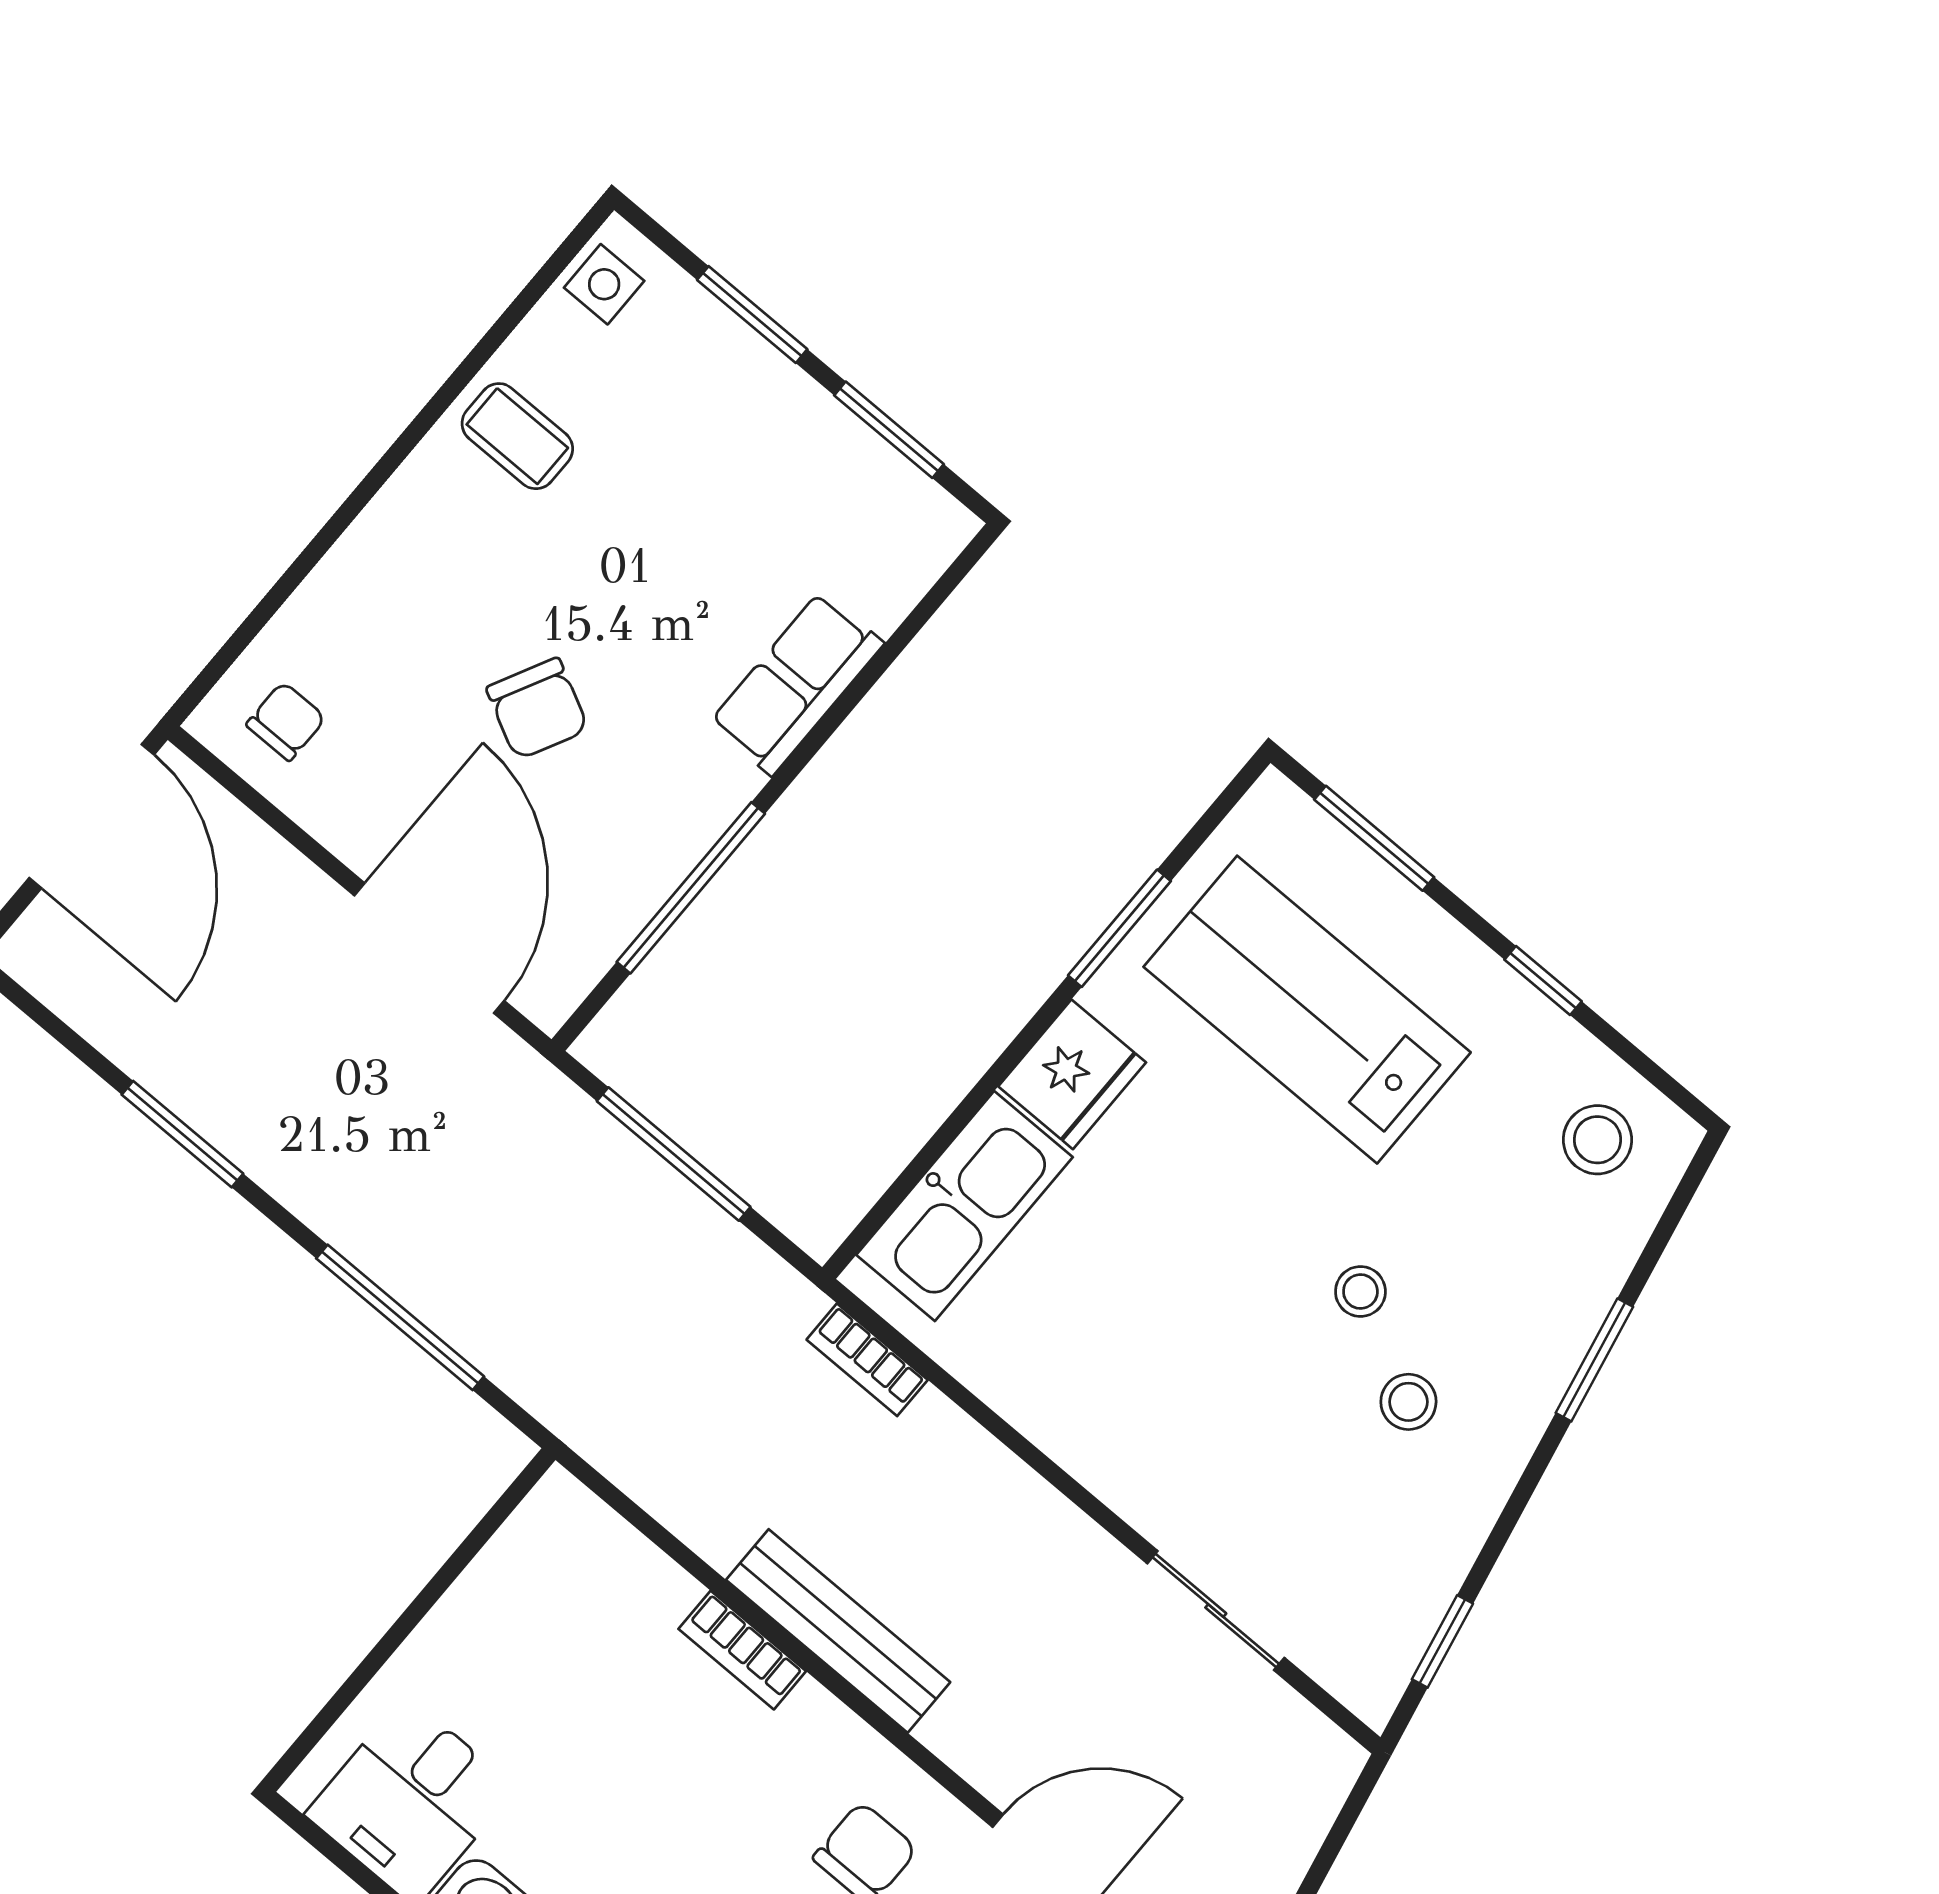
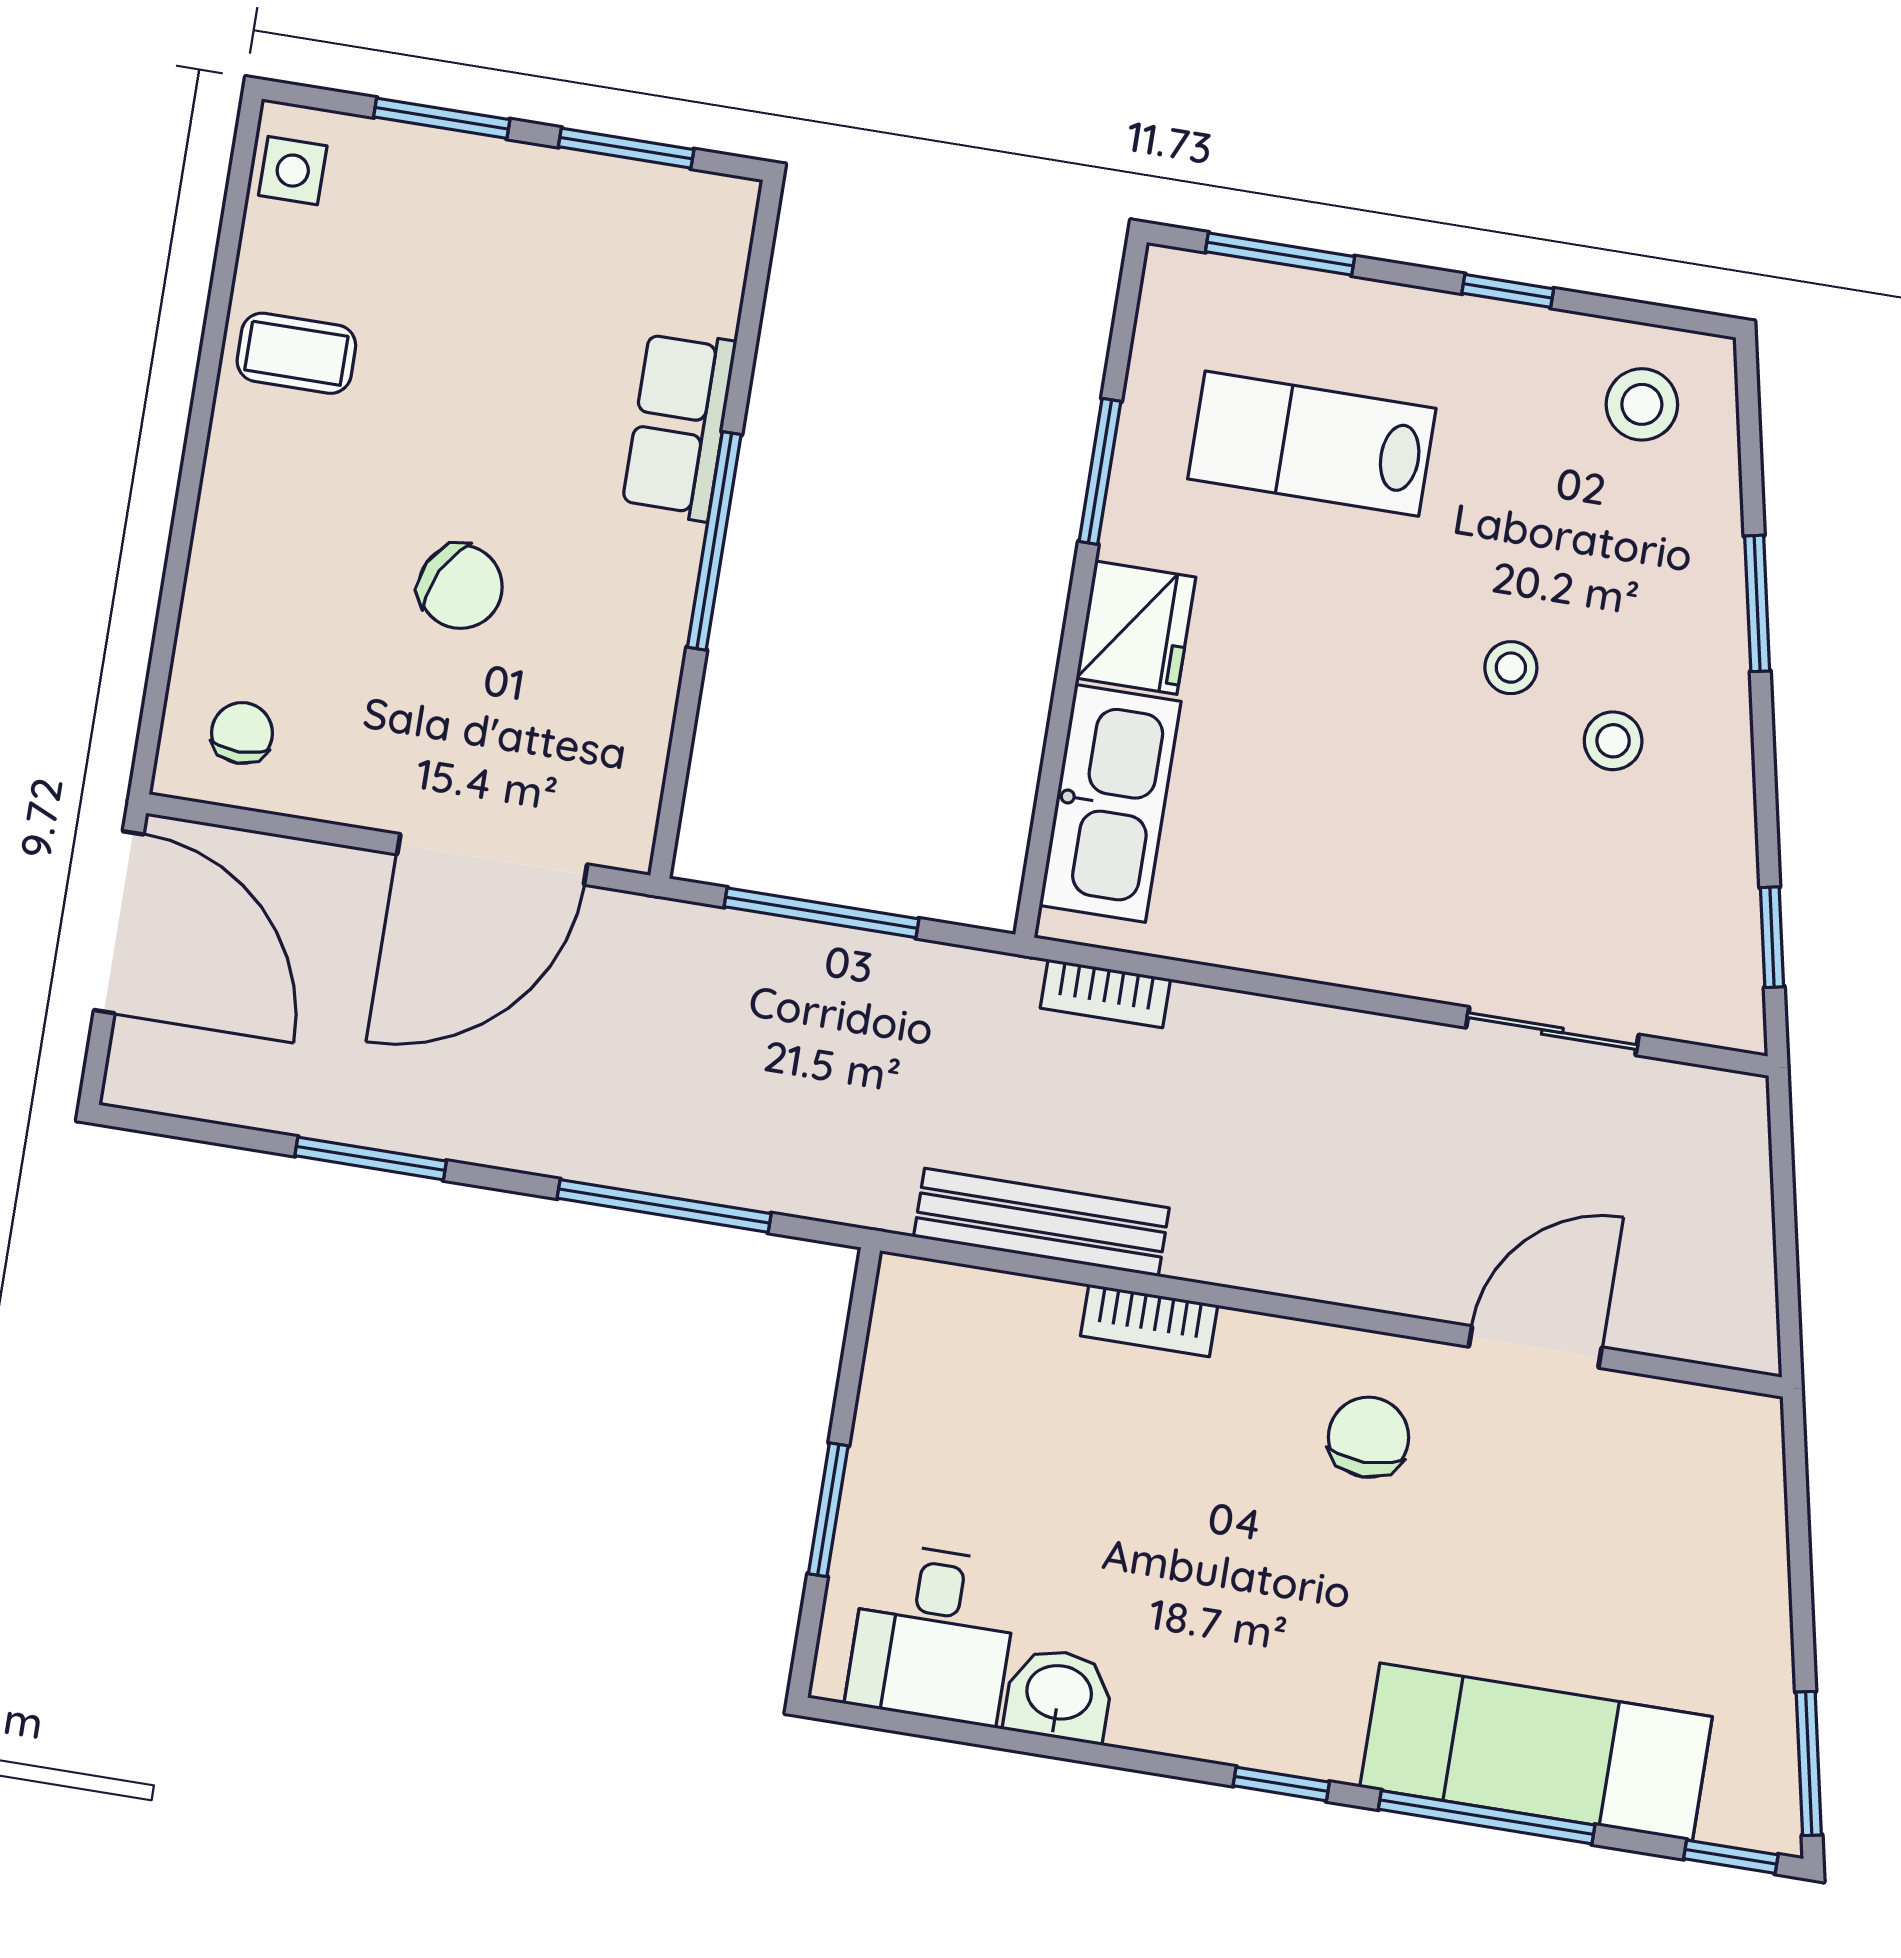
window: (691, 888) -> (714, 541), moved
door: (429, 948) -> (492, 859), swing flipped
lab bench: (1307, 1010) -> (1312, 444), width x0.73, depth x0.72
bench: (838, 1631) -> (1041, 1222), moved
window: (386, 1648) -> (828, 1510), added

